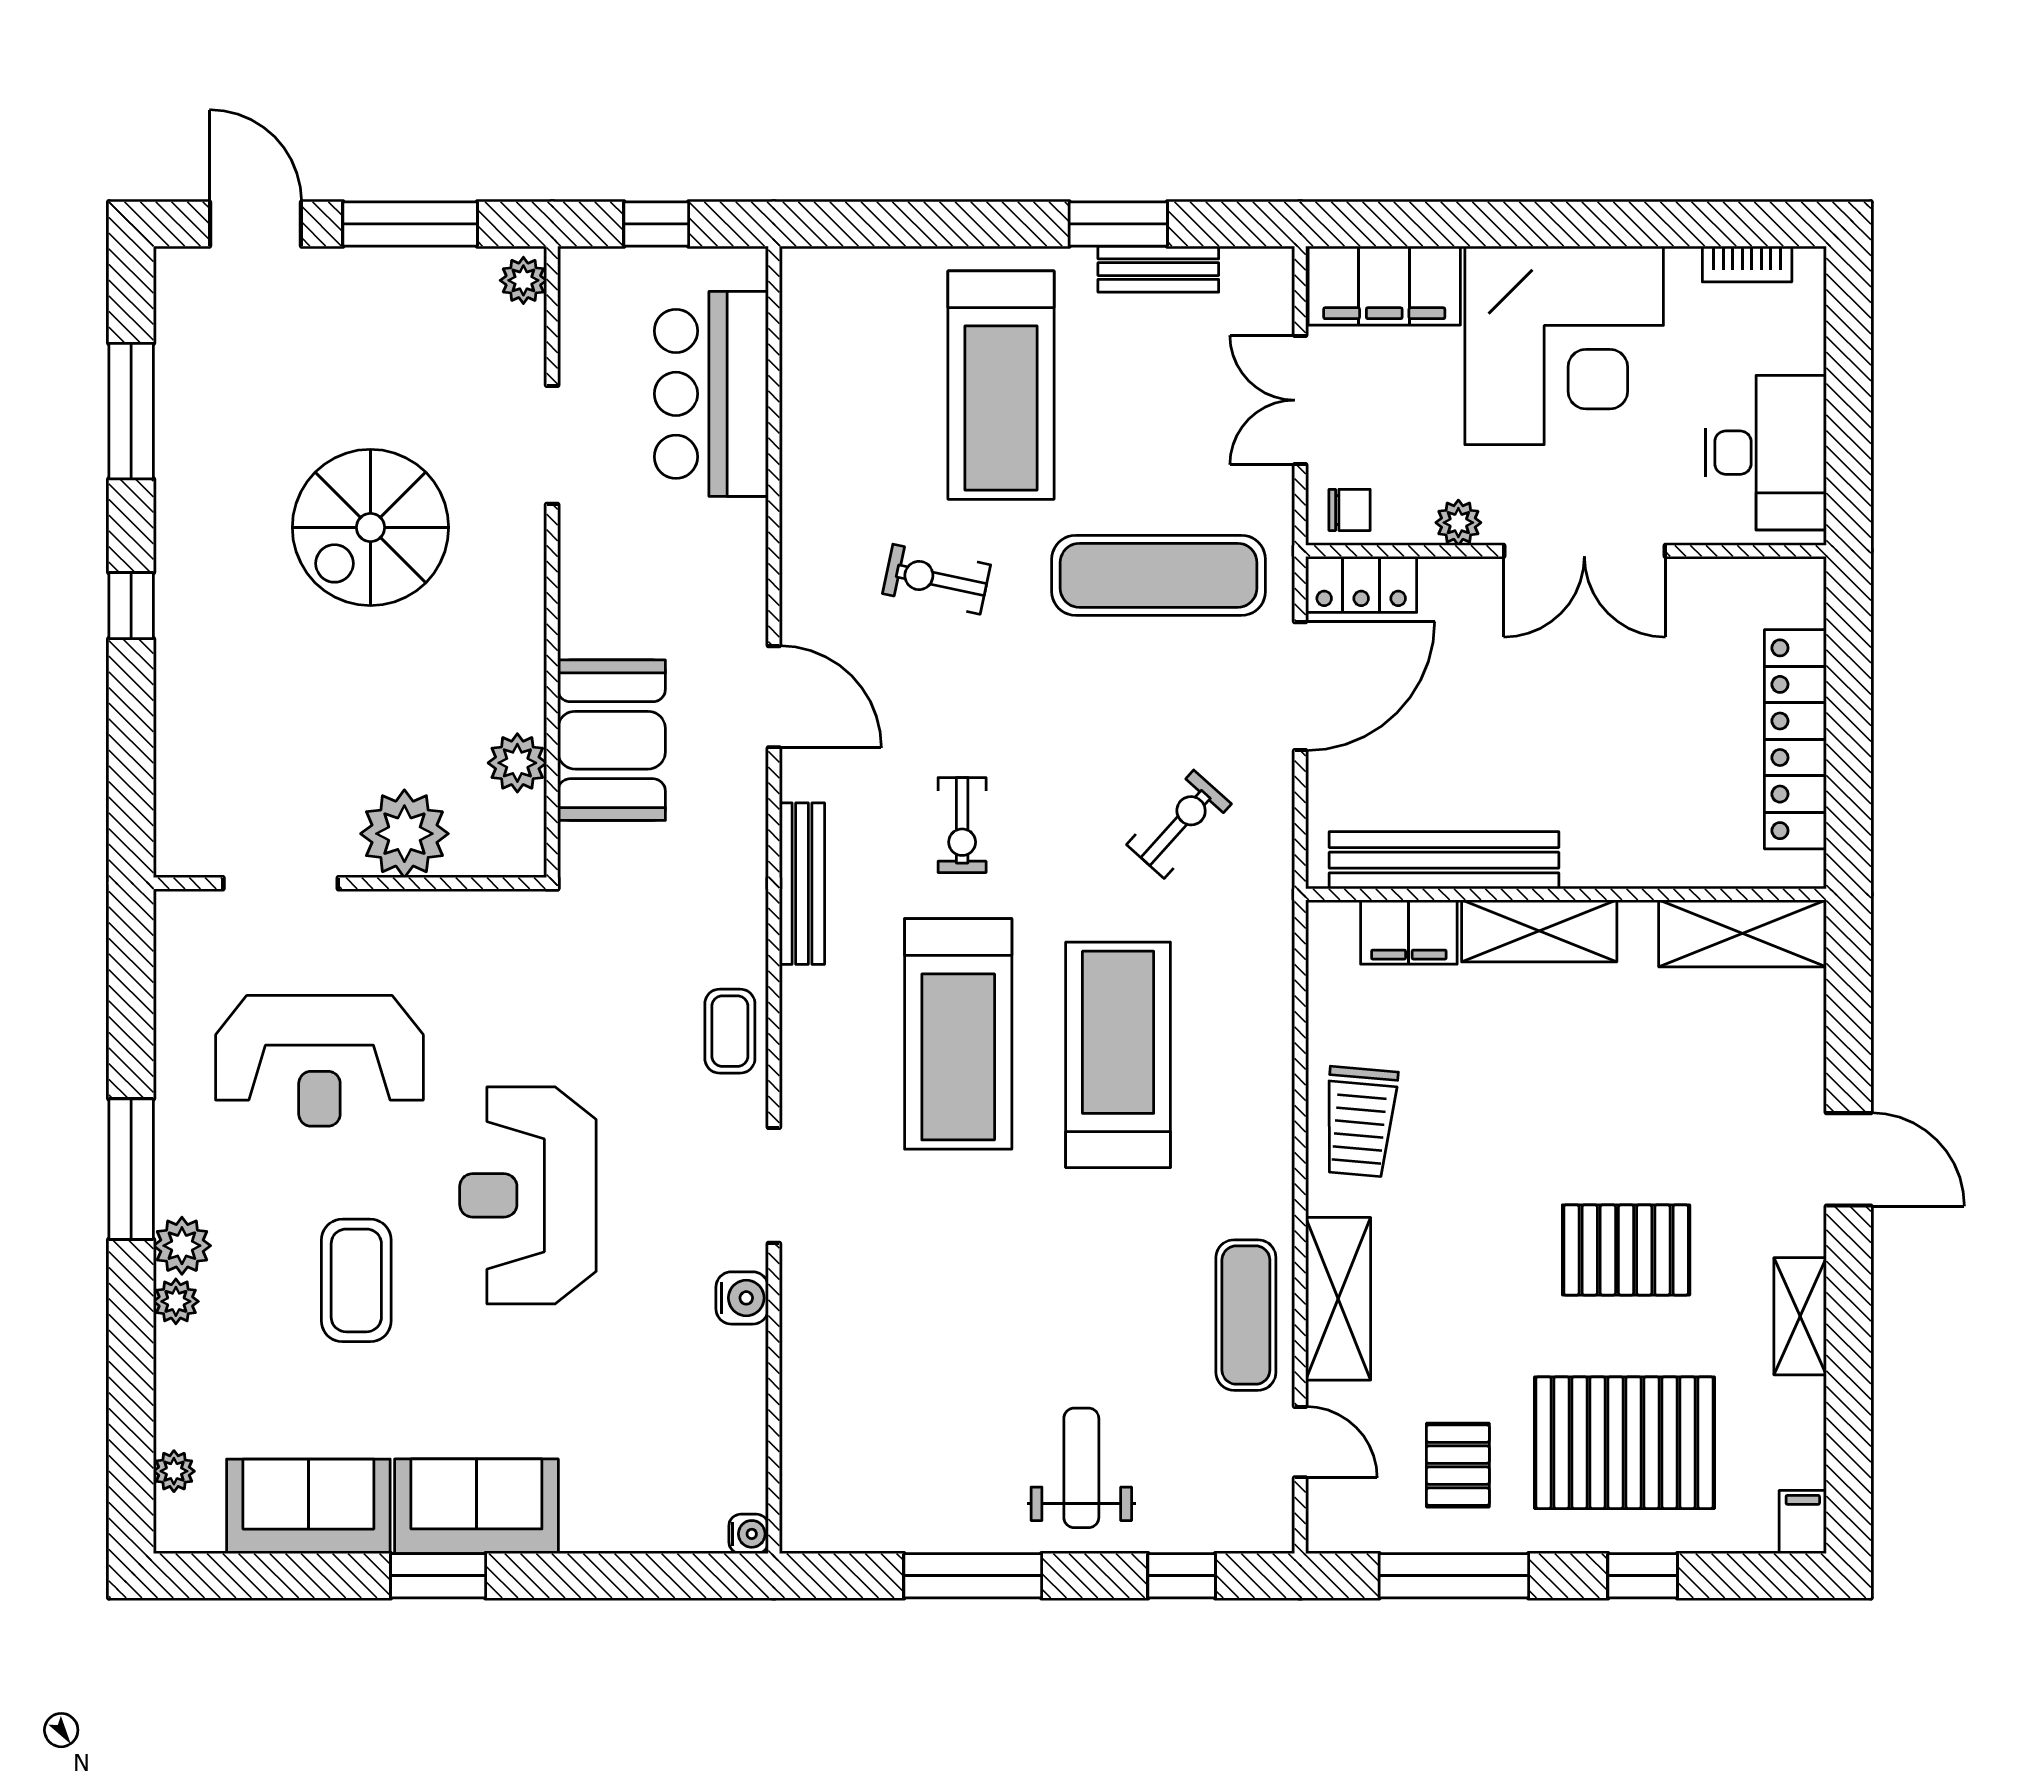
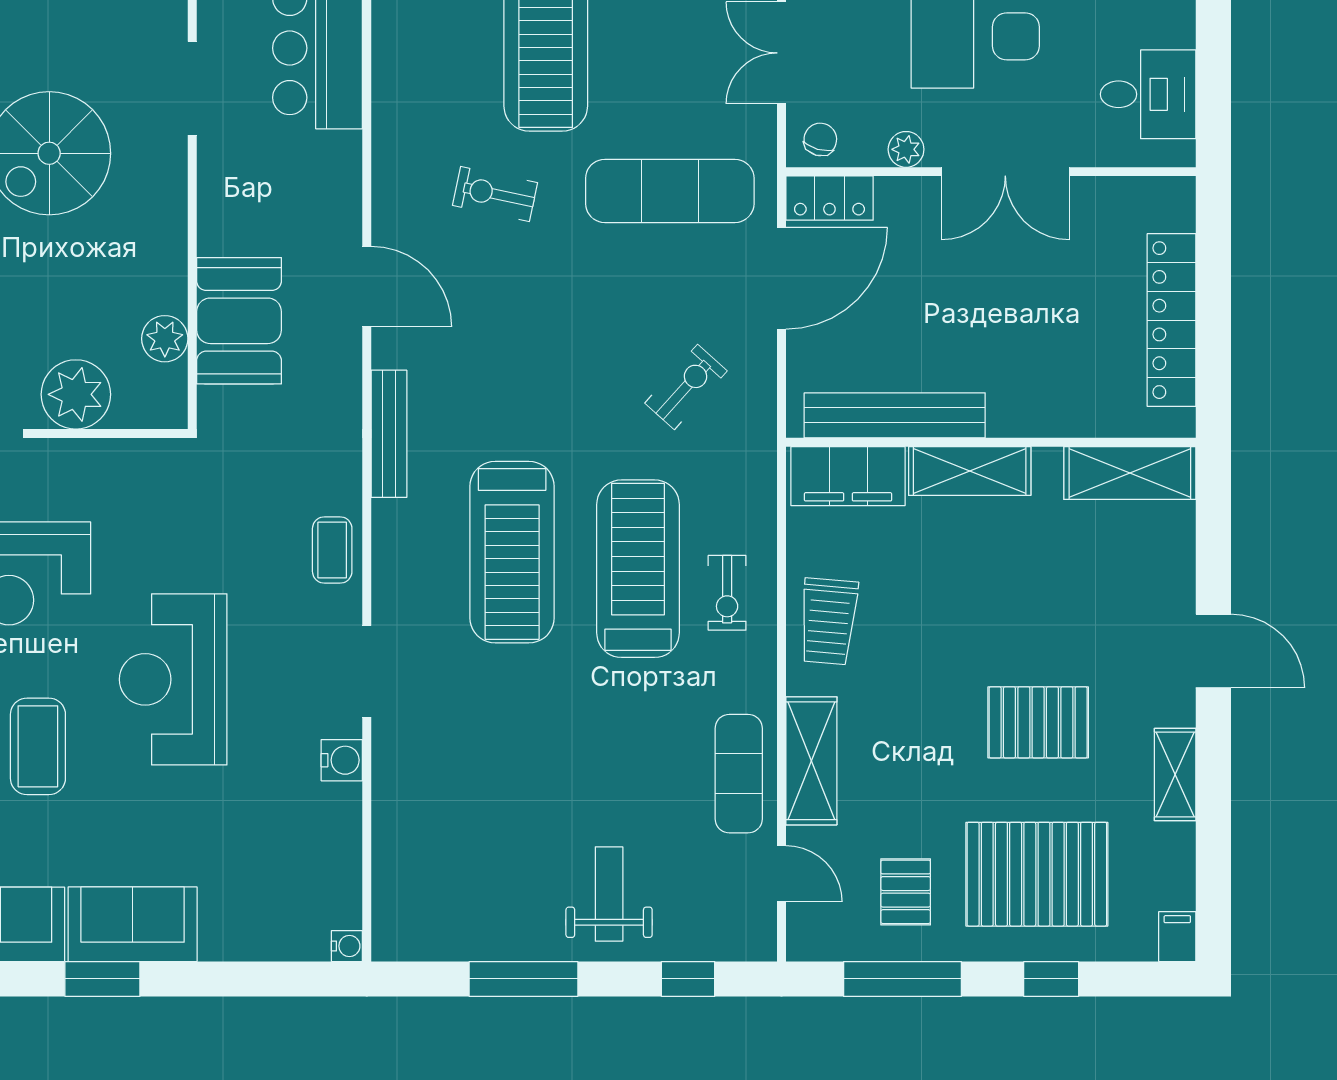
desk: (1766, 453) -> (1148, 94), width x0.73
chair: (1350, 510) -> (820, 139), turned -74
exercise bike: (962, 825) -> (727, 593), moved
filing cabinet: (1409, 932) -> (848, 476), width x1.50, depth x1.17

